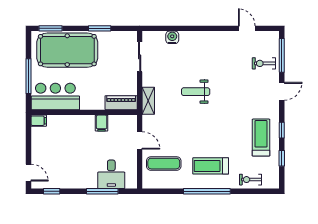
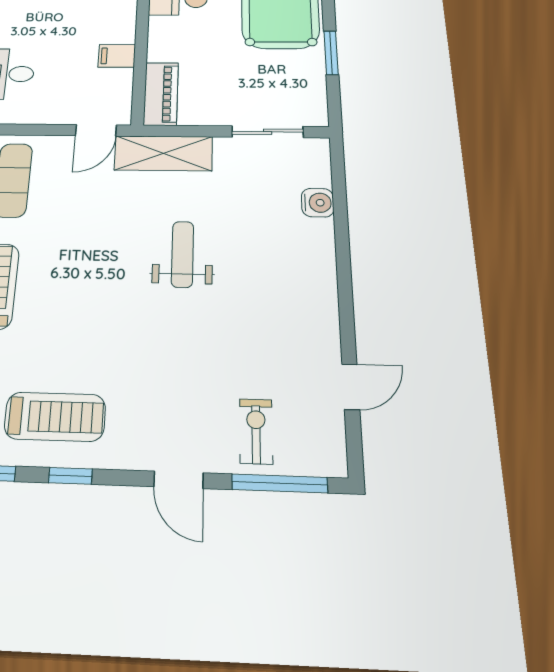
shelving: (148, 101) -> (163, 153), width x1.50, depth x1.33
door: (140, 140) -> (96, 130), moved

